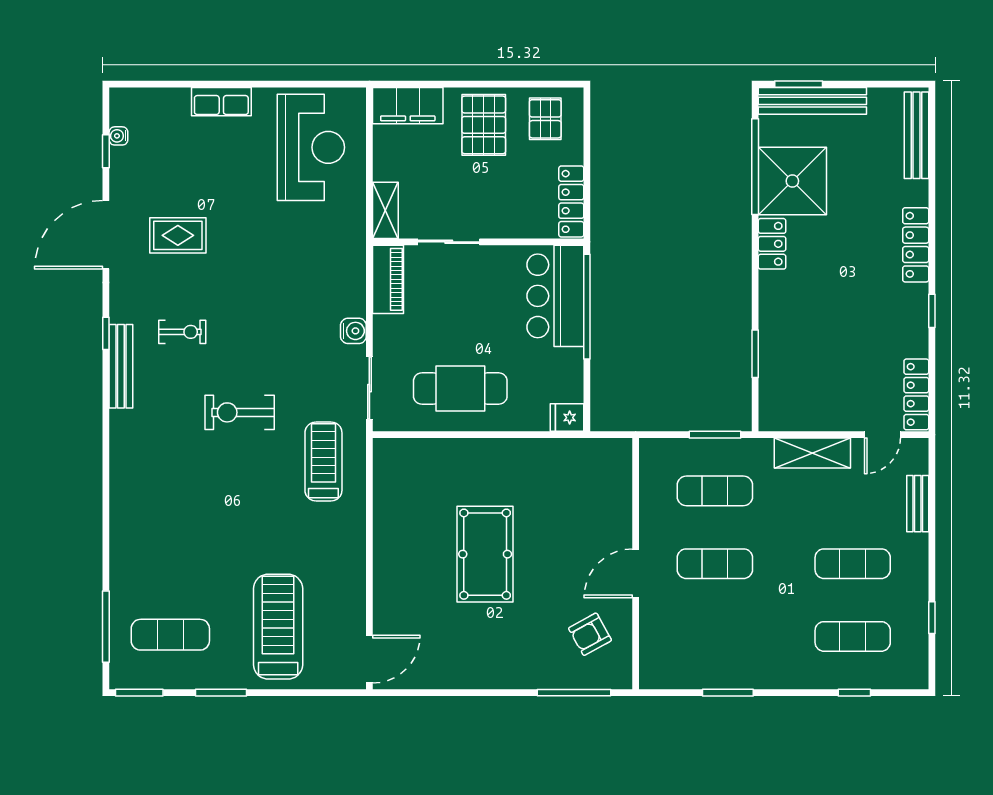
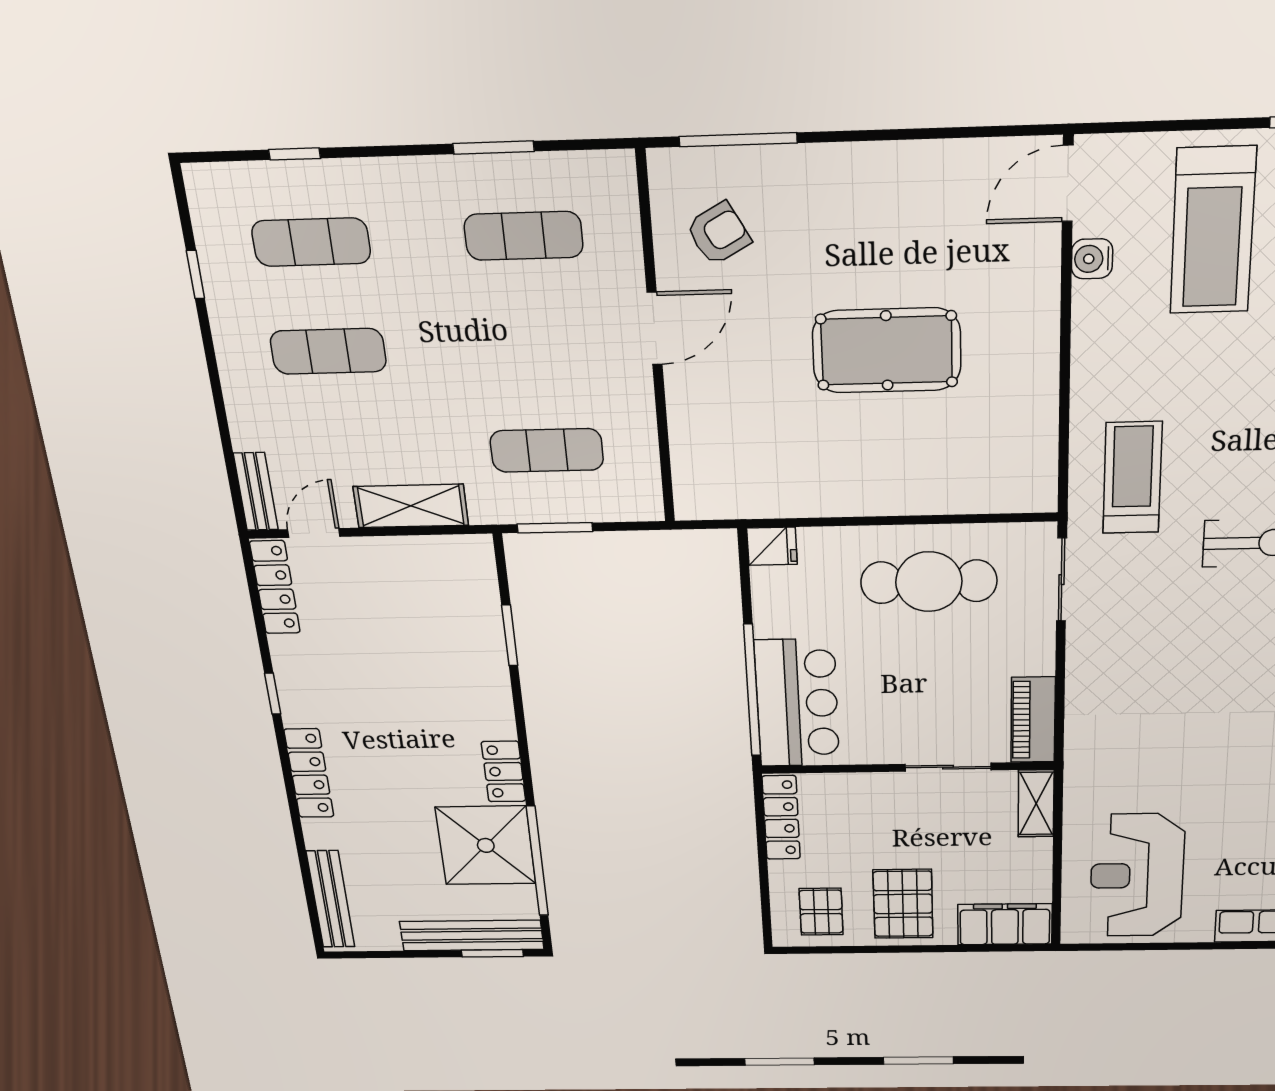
water cooler: (353, 331) -> (1092, 259), moved
treadmill: (323, 462) -> (1132, 478), turned 180
bench: (918, 504) -> (256, 492), moved
pool table: (485, 554) -> (887, 351), turned 90
exercise mat: (715, 564) -> (524, 236), moved

